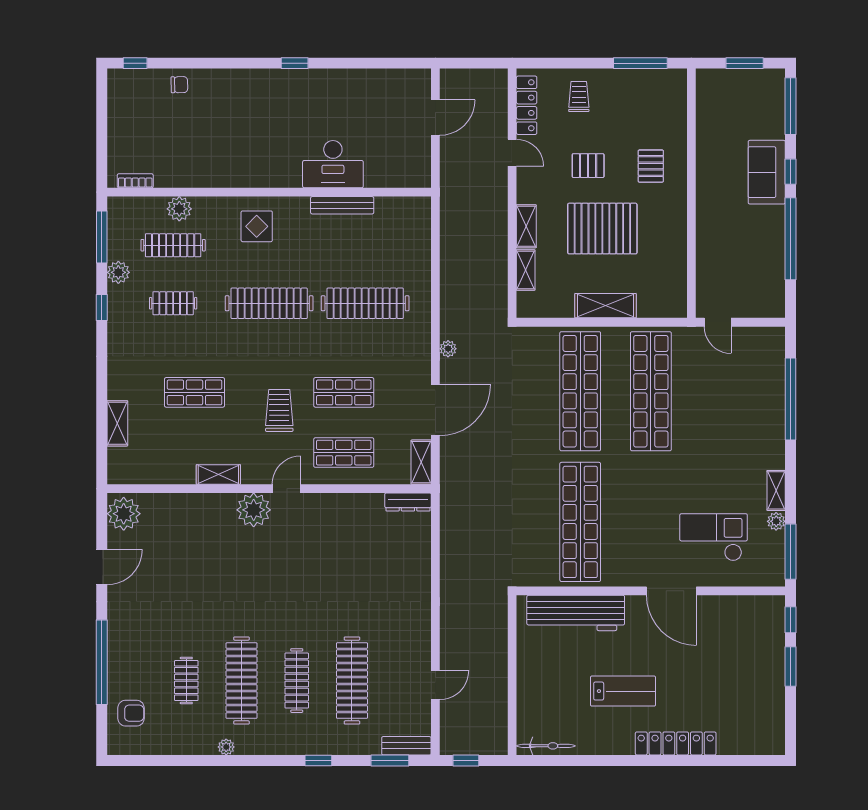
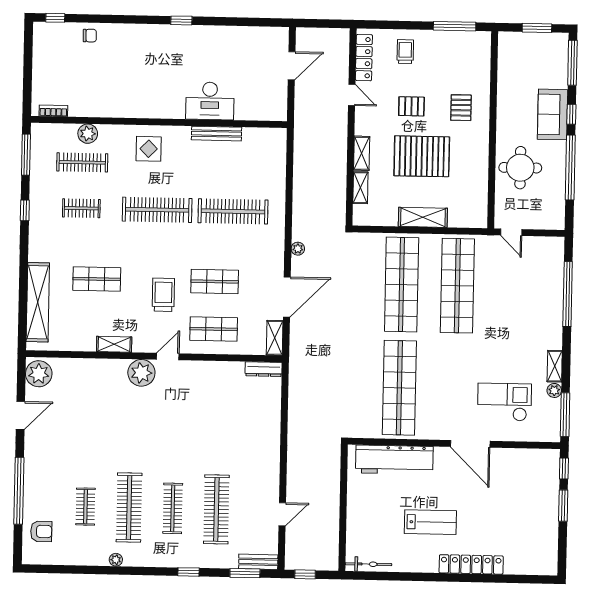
round table: (727, 240) -> (520, 168), added
plant: (118, 272) -> (38, 183), removed
shelving: (117, 423) -> (38, 302), width x2.20, depth x1.33

